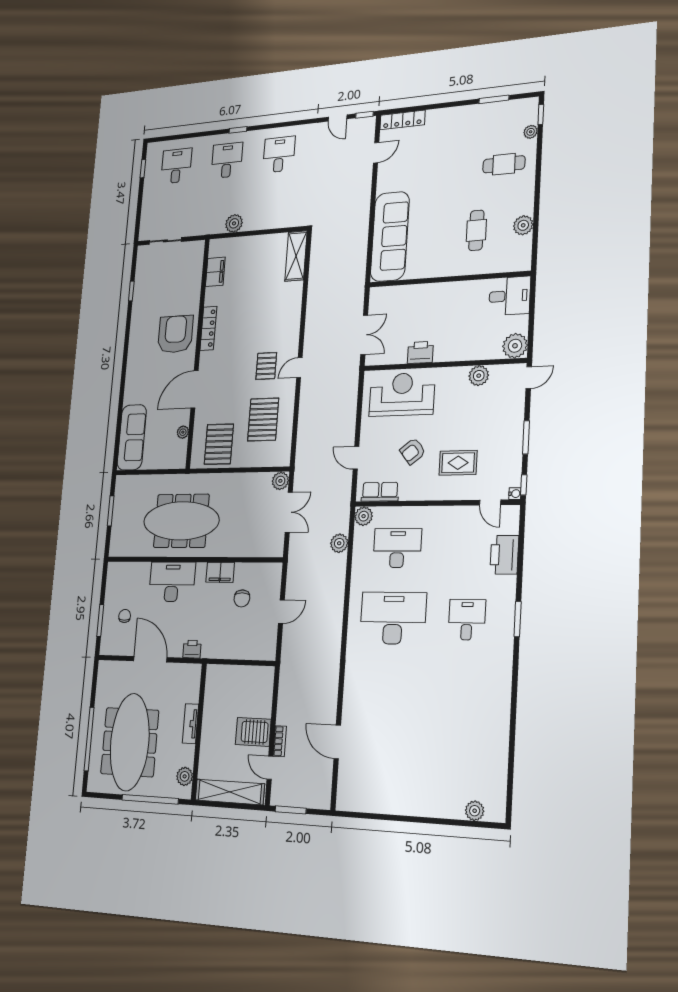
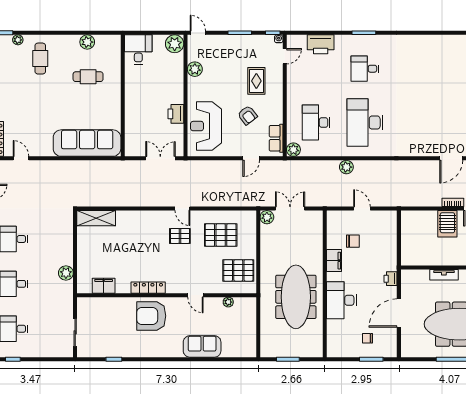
door: (194, 389) -> (195, 295), width x0.53
sofa: (132, 437) -> (202, 346), moved, width x0.73
plant: (339, 543) -> (346, 167), moved

